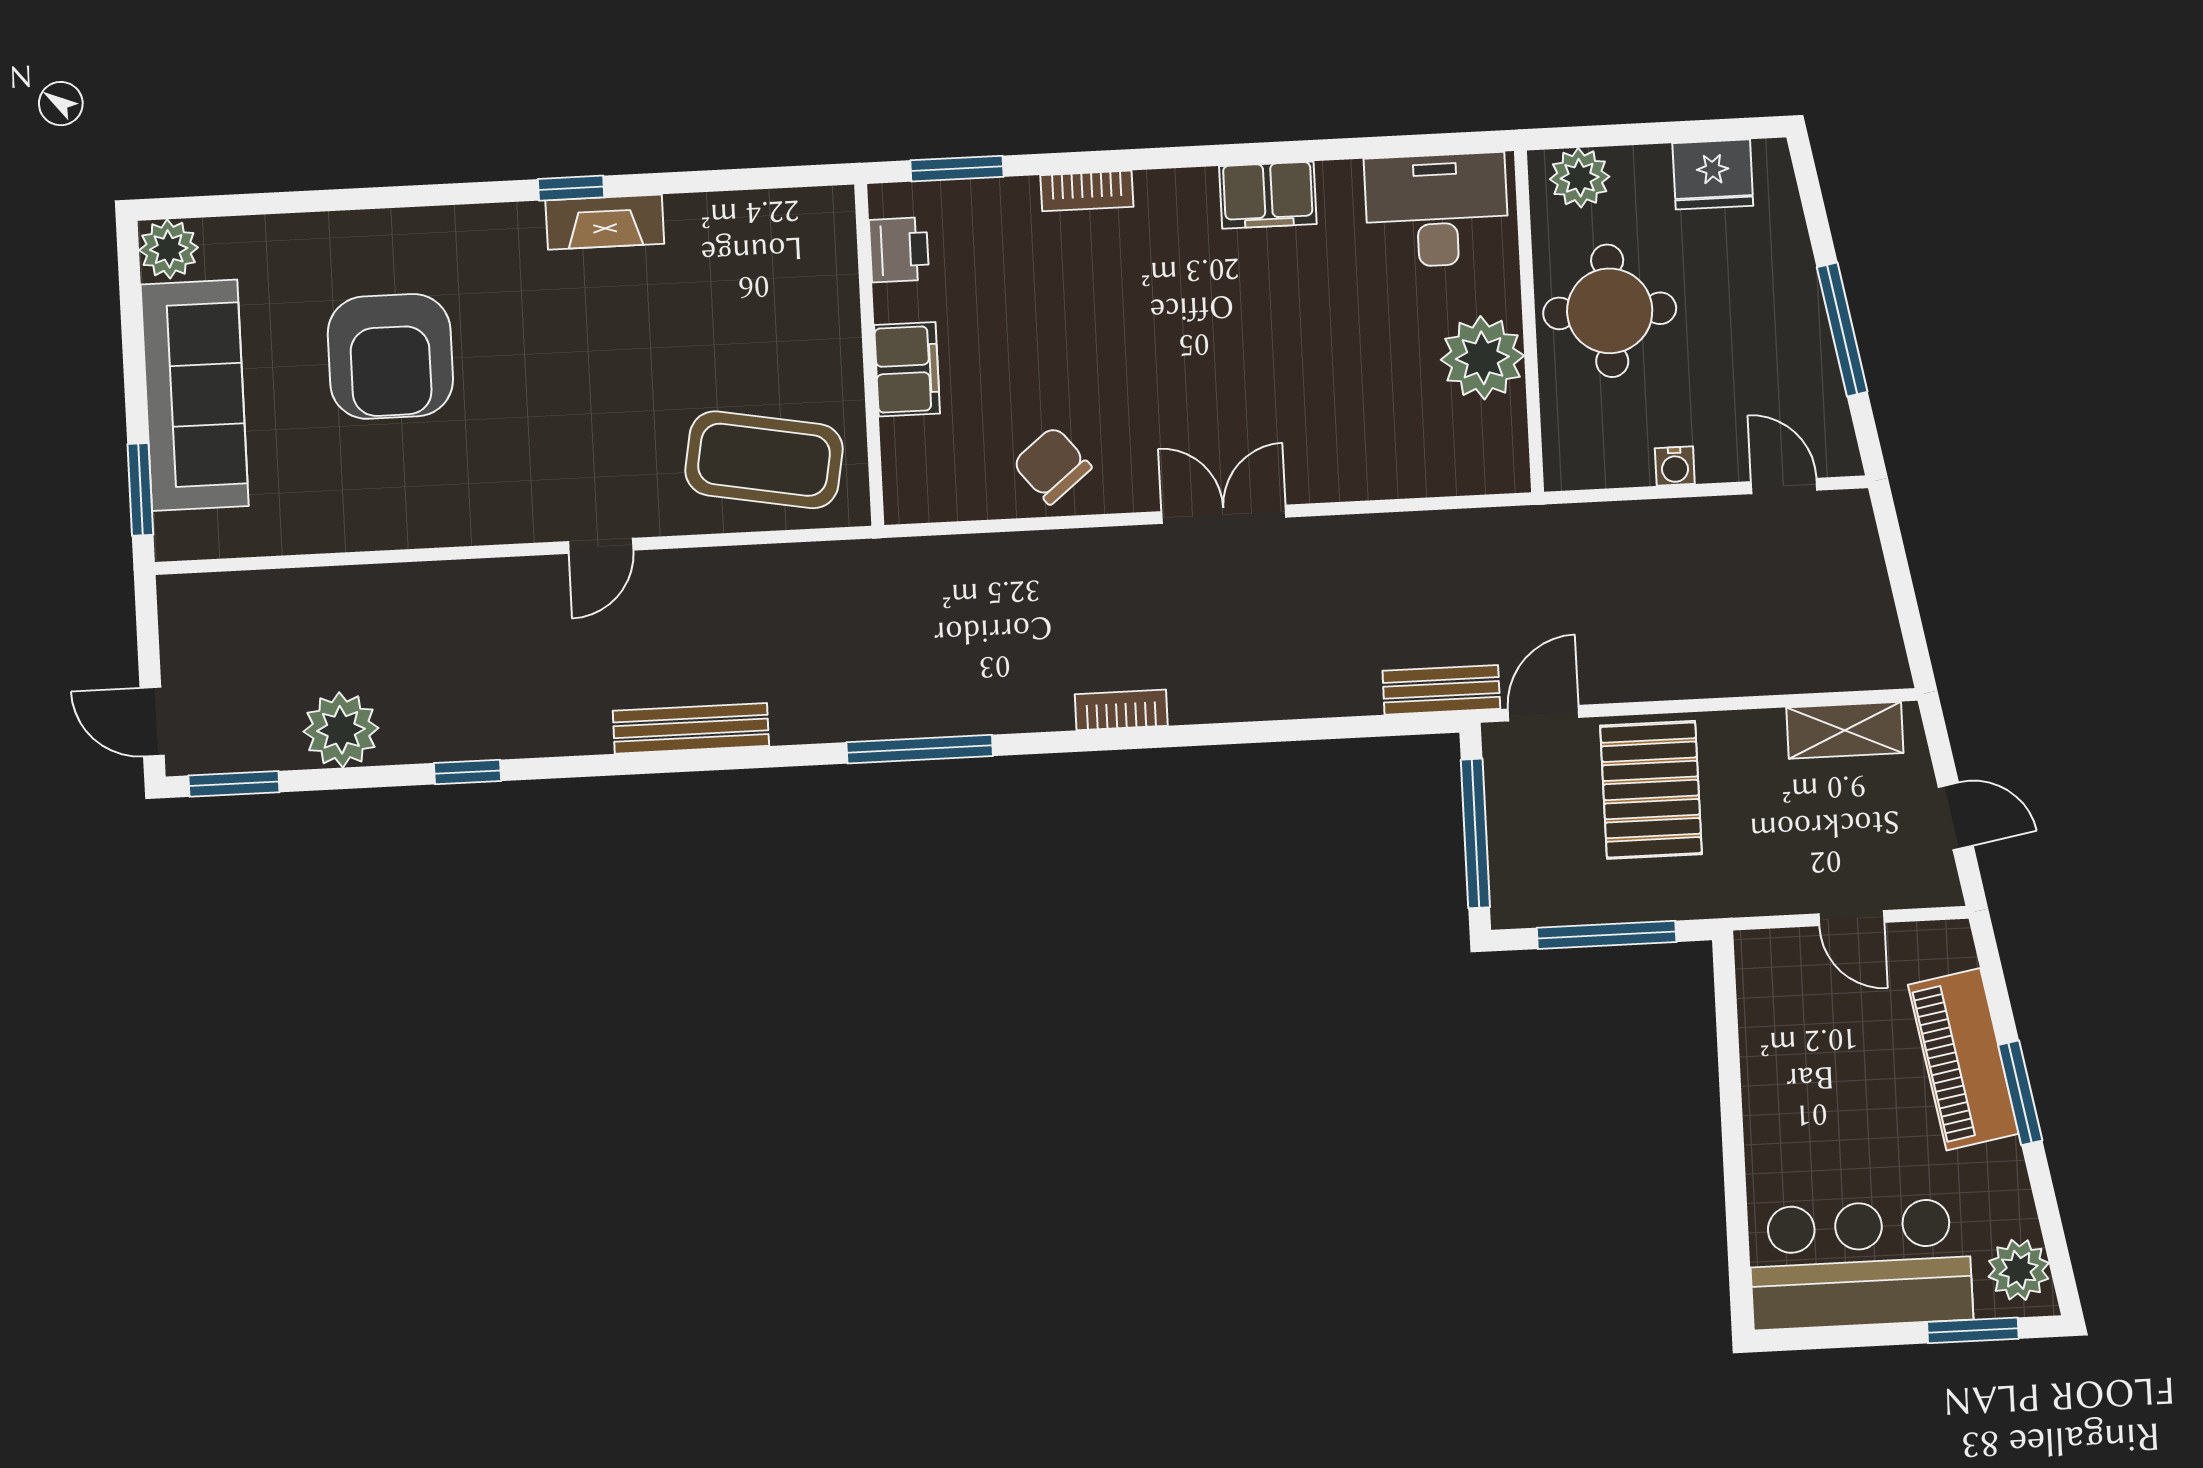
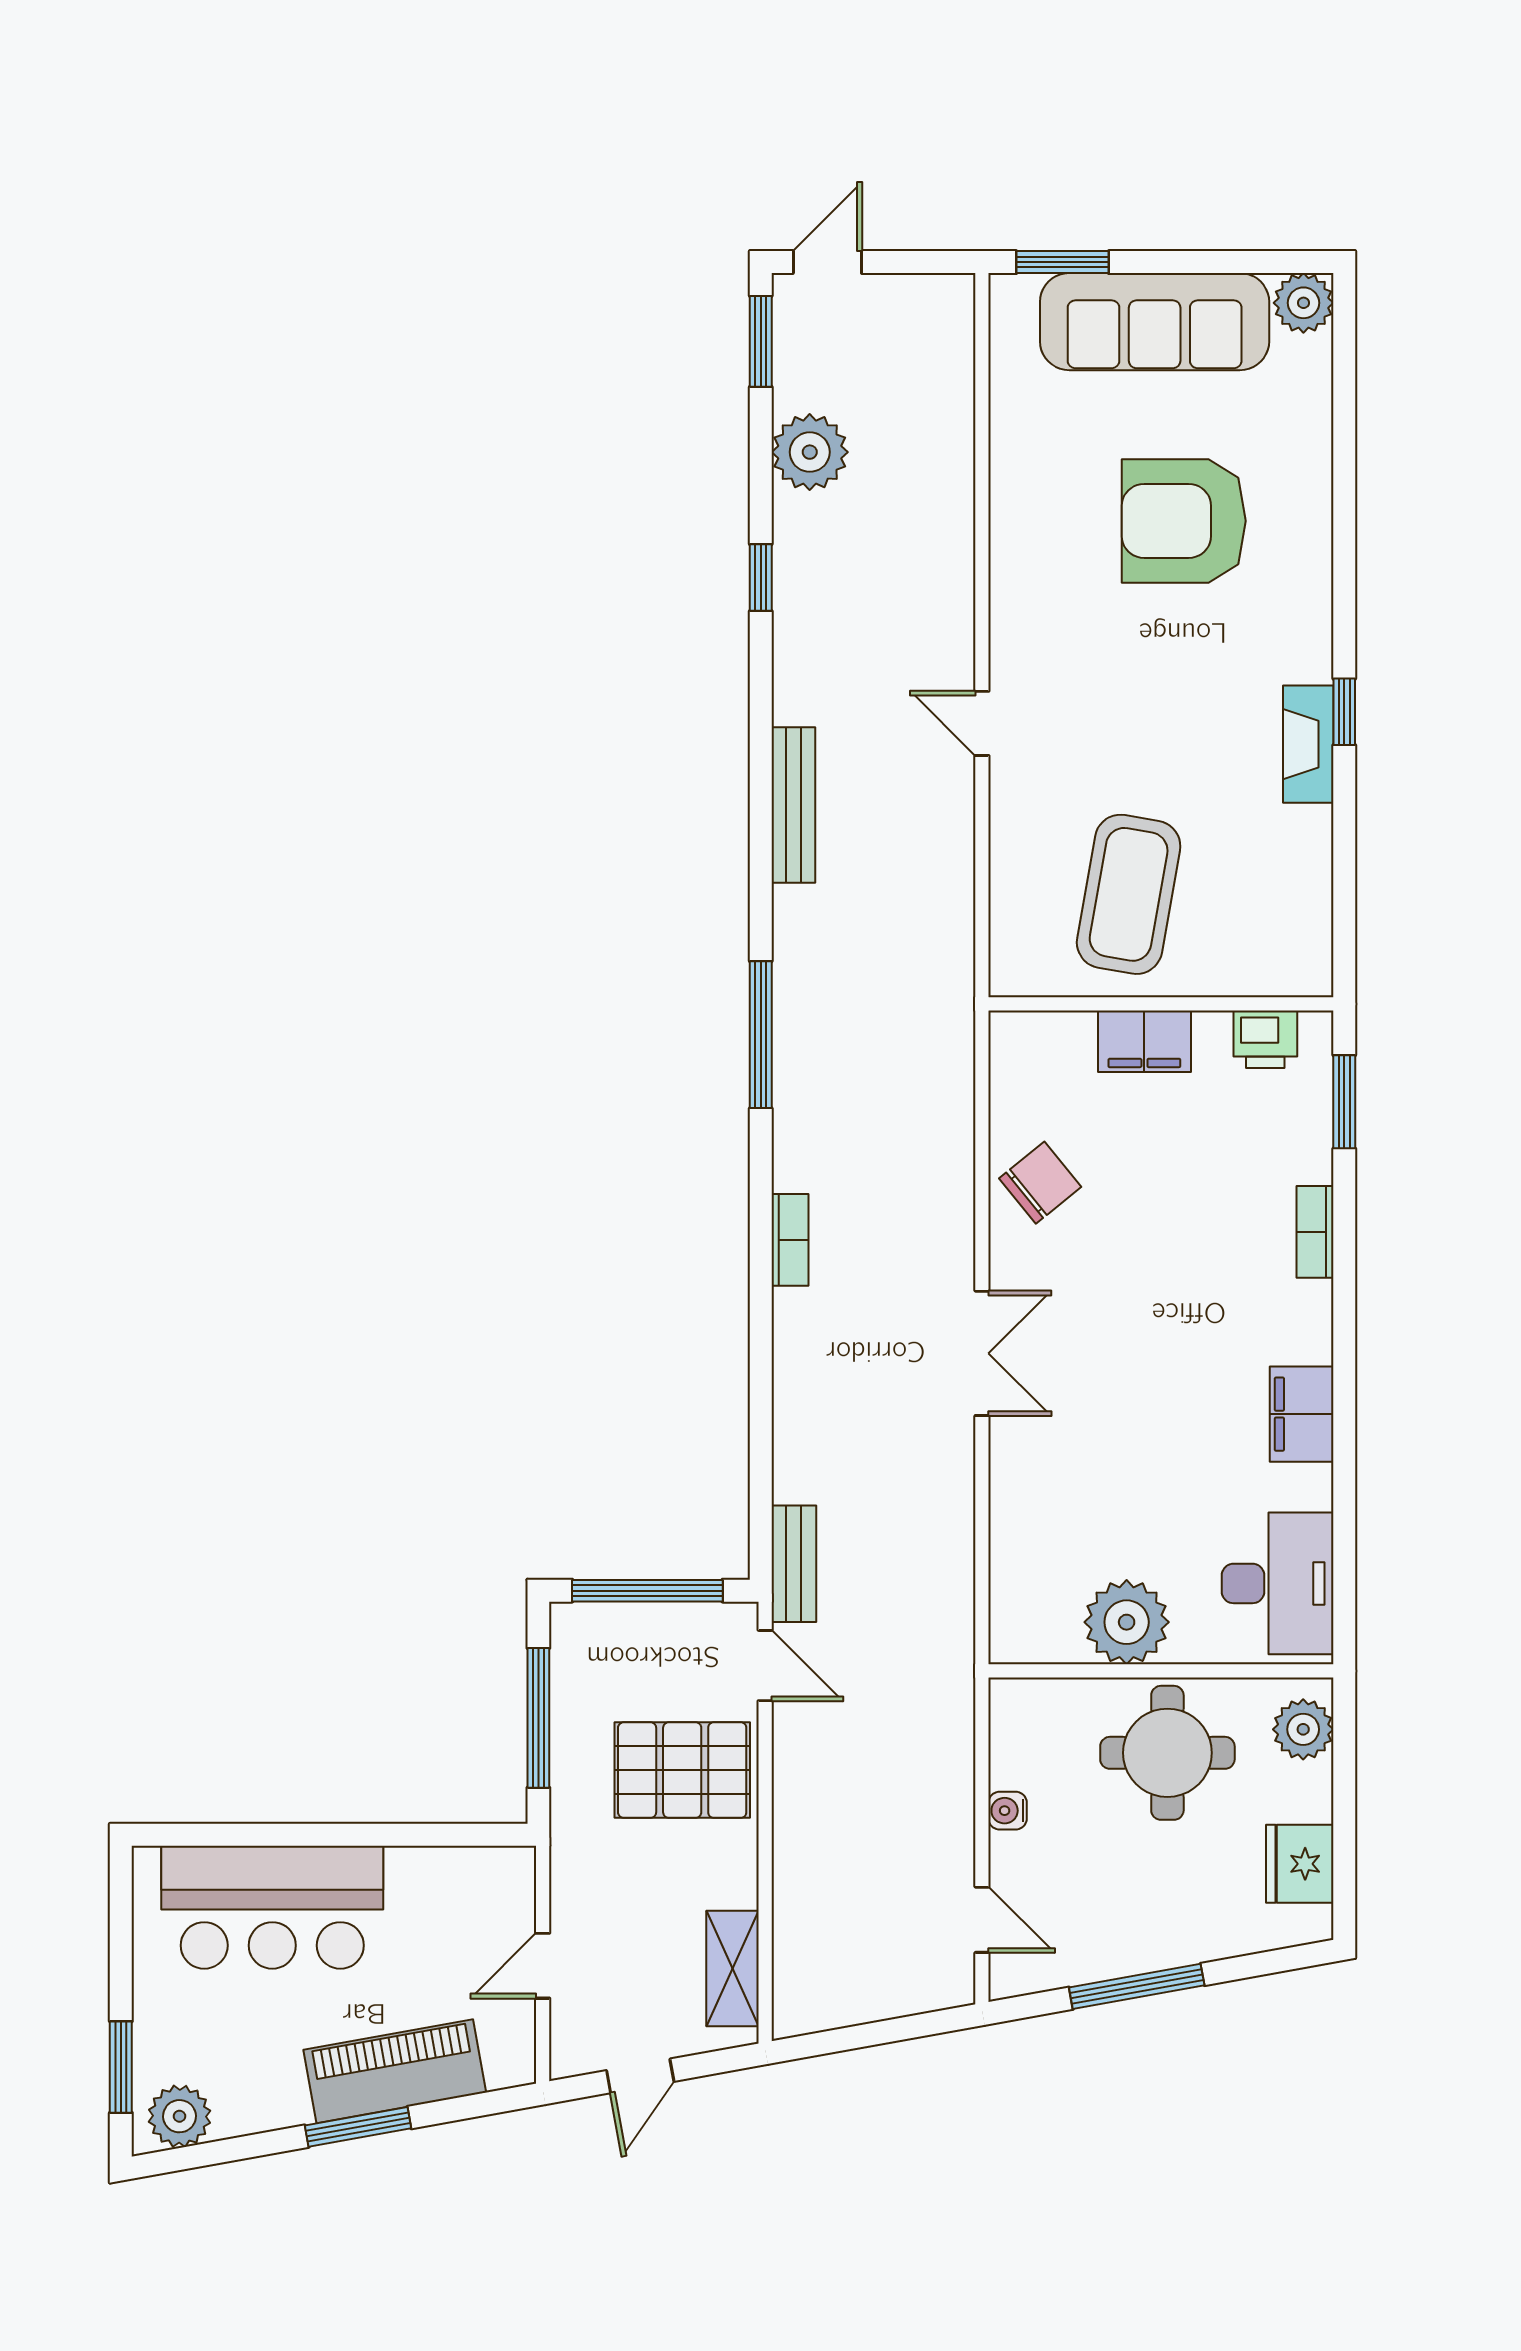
coffee table: (764, 460) -> (1129, 894), moved
door: (1784, 486) -> (982, 1920), hinge flipped
bar counter: (1860, 1264) -> (272, 1907), moved, turned 90

